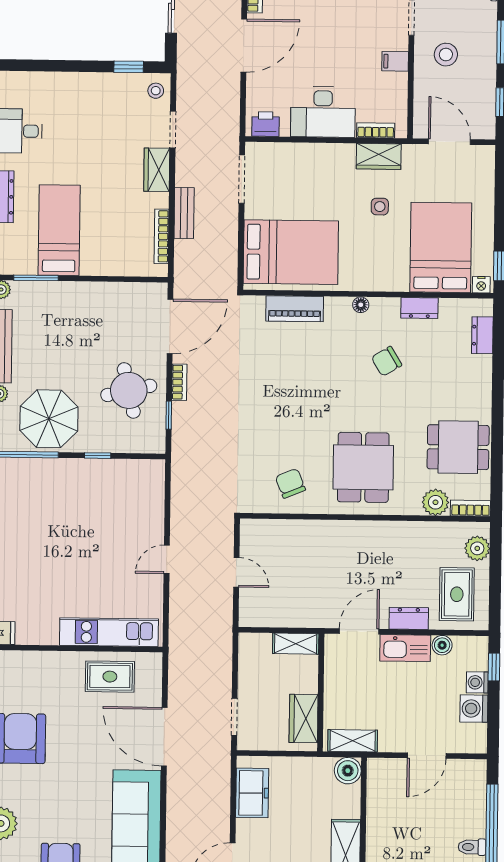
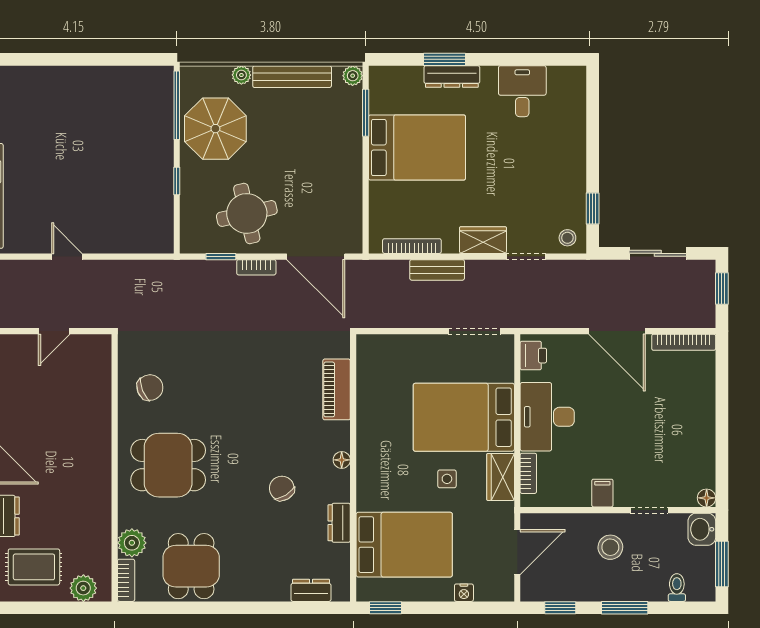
bed: (59, 230) -> (417, 147), width x1.50
bed: (291, 252) -> (464, 417), moved, turned 90
nightstand: (481, 285) -> (464, 593), moved, turned -90

